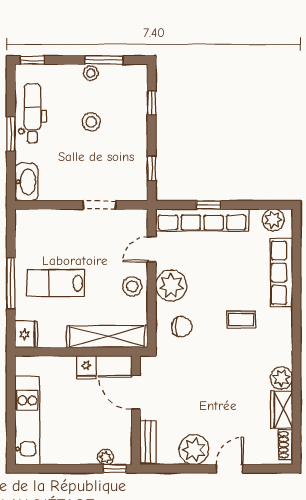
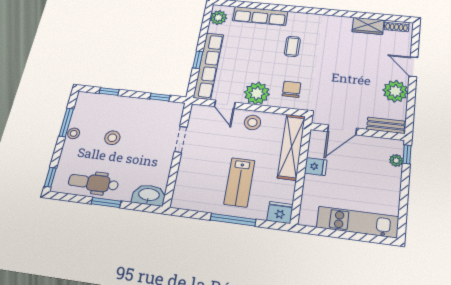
plant: (281, 378) -> (343, 24), removed

